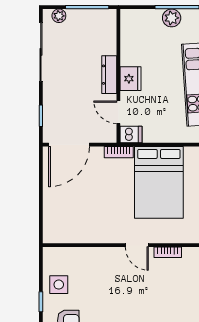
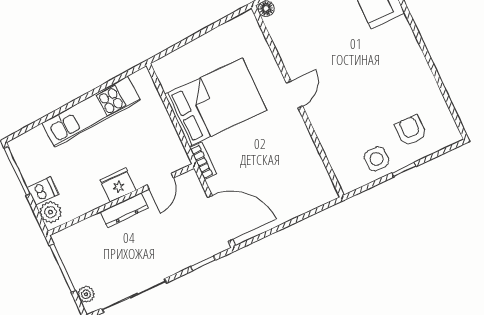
plant: (172, 18) -> (51, 212), moved
dishwasher: (131, 134) -> (43, 191), moved, turned 90
bookcase: (168, 252) -> (287, 58), removed

